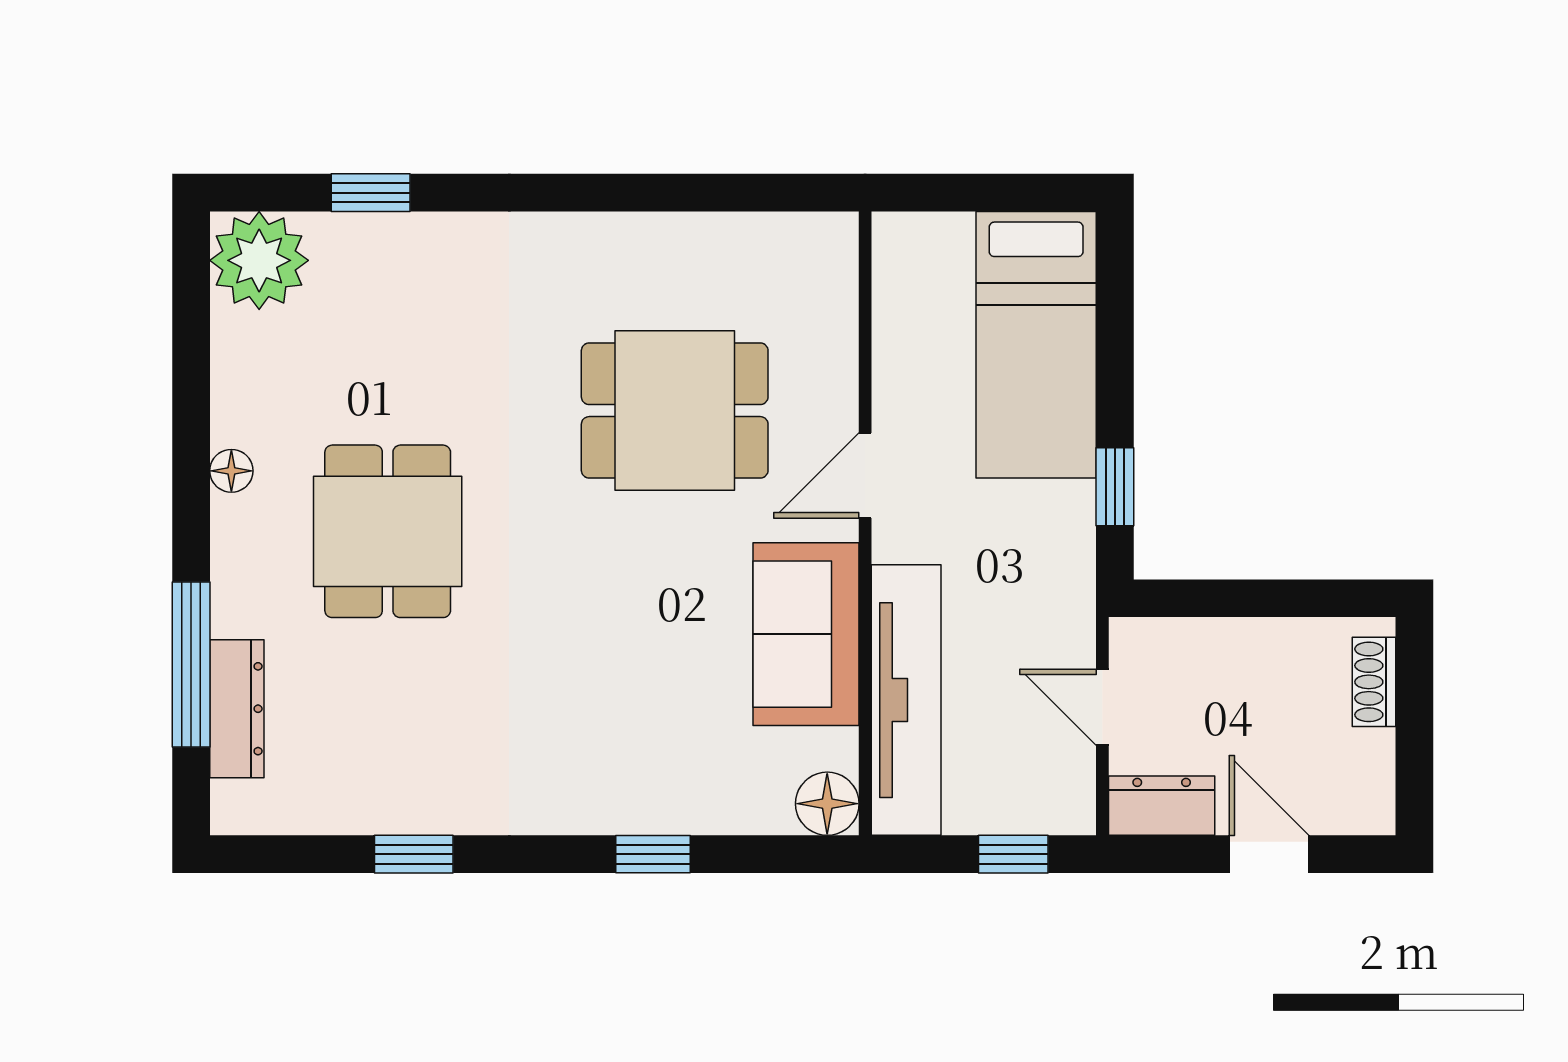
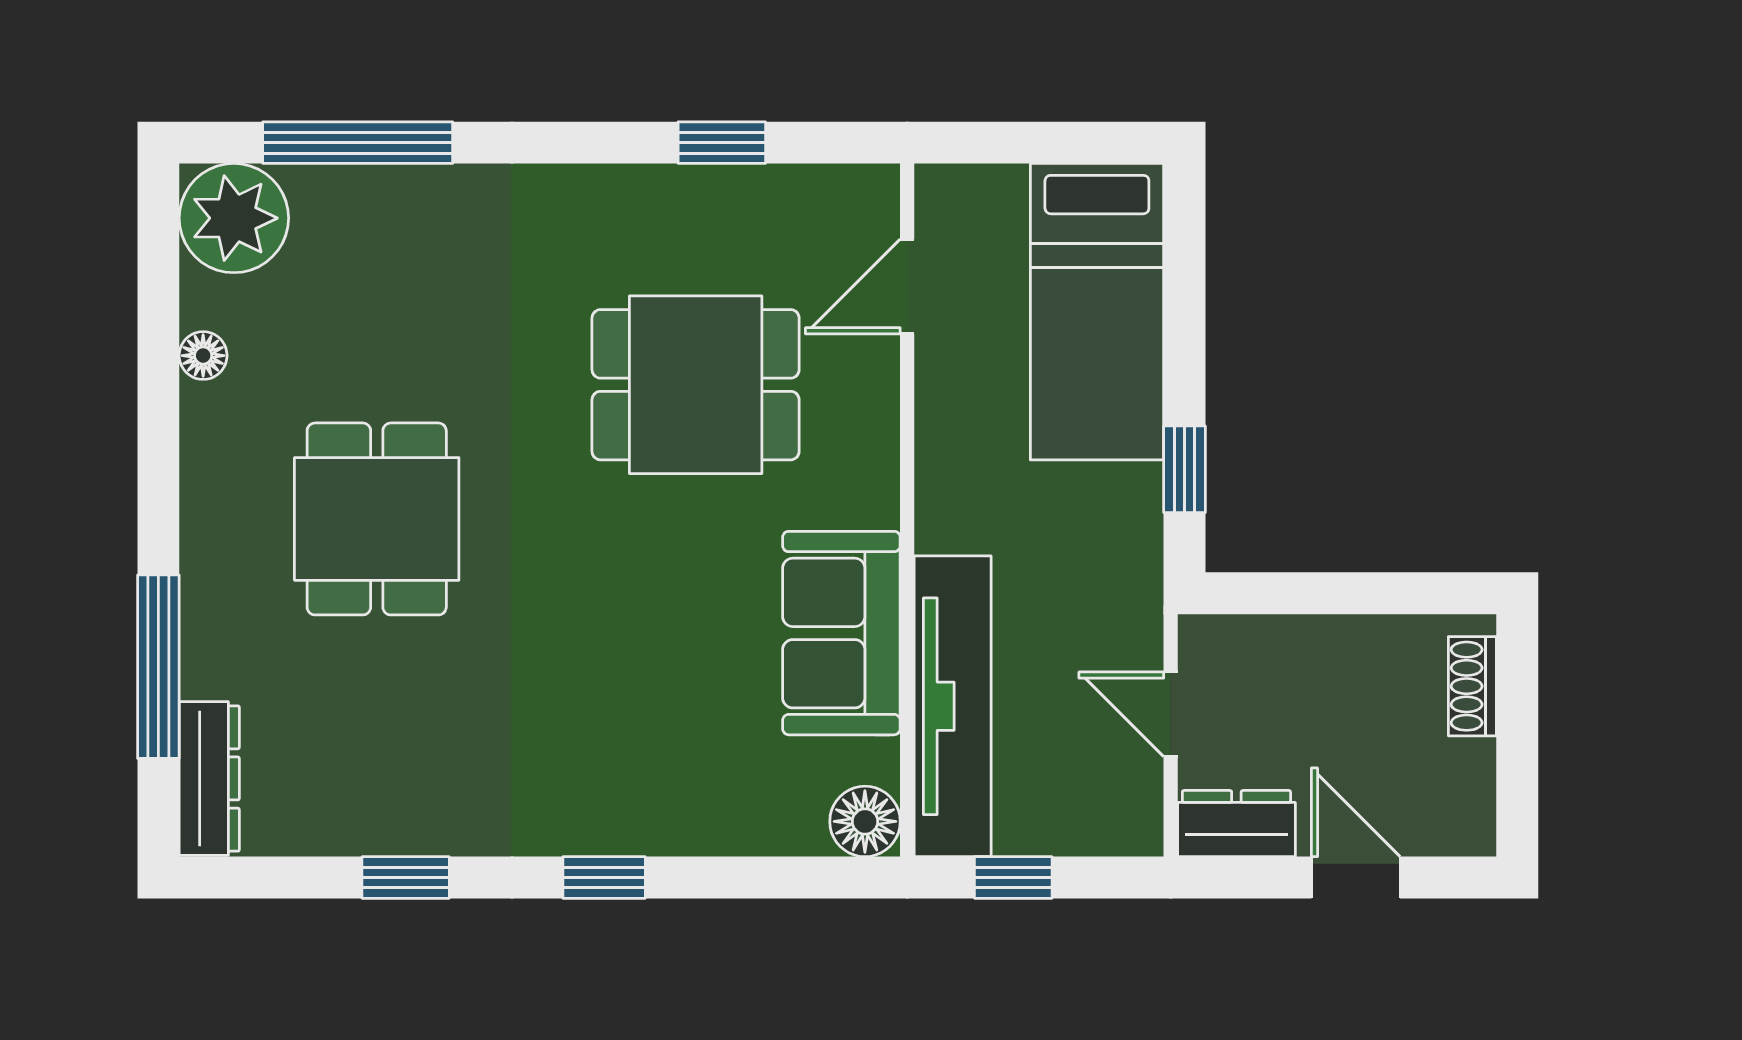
window: (371, 193) -> (358, 143), width x2.17
window: (698, 193) -> (722, 143), added
floor lamp: (231, 471) -> (203, 356), moved
door: (865, 475) -> (907, 287), moved
dresser: (237, 709) -> (209, 778), moved
window: (653, 854) -> (604, 878), moved
window: (1013, 854) -> (1013, 878), moved

